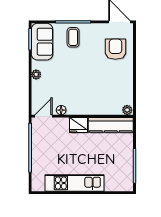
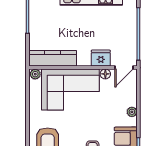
corner sofa: (94, 96) -> (70, 89), added
fridge: (78, 125) -> (101, 58), moved

